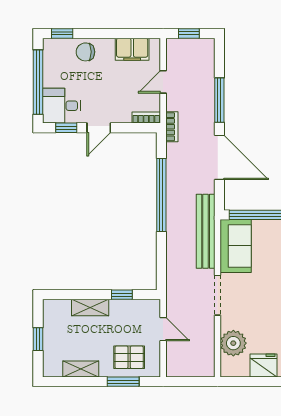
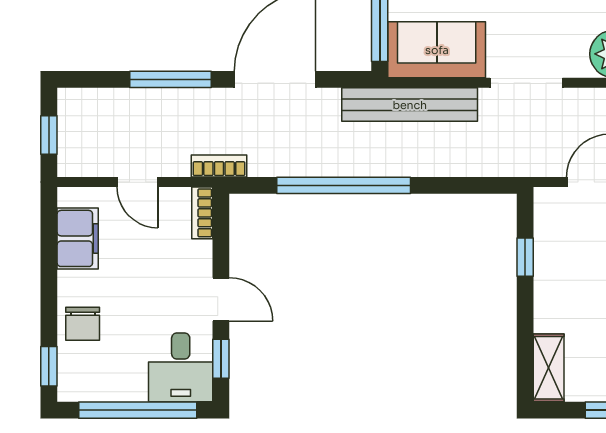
shelving: (90, 307) -> (549, 368), moved

